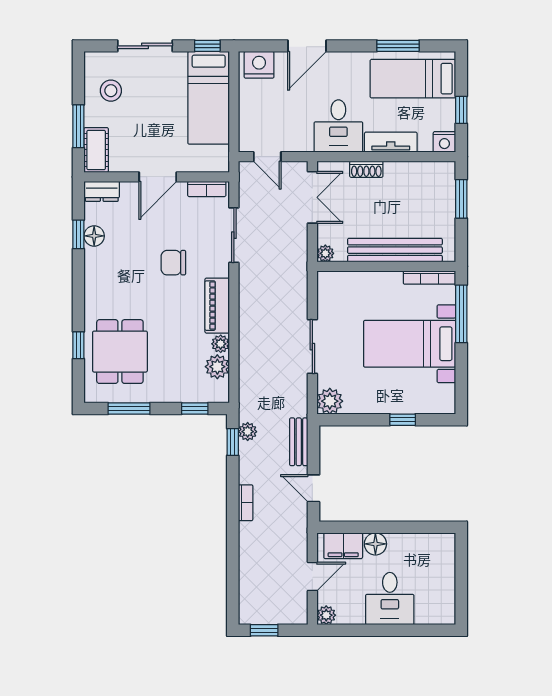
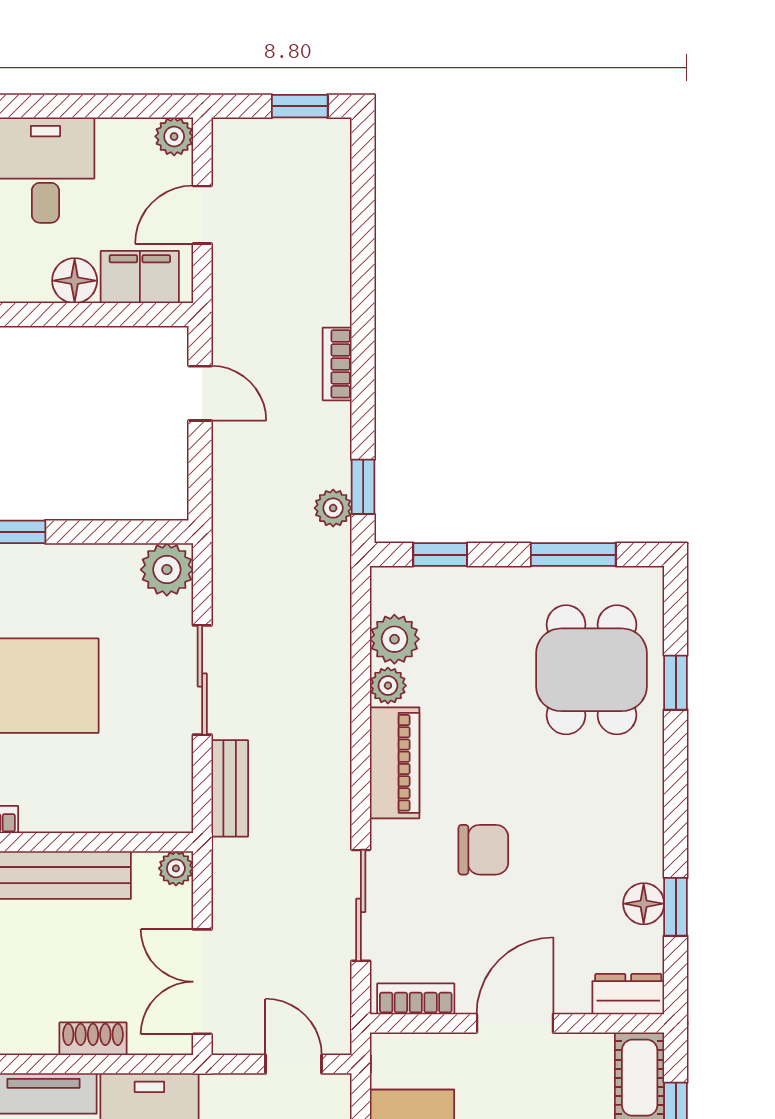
bench: (299, 442) -> (230, 788), moved

